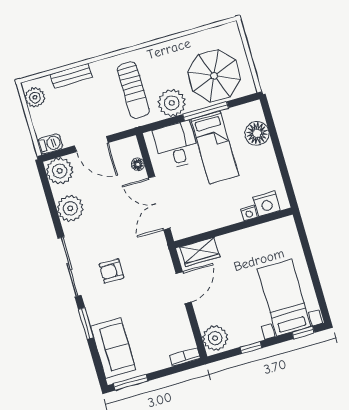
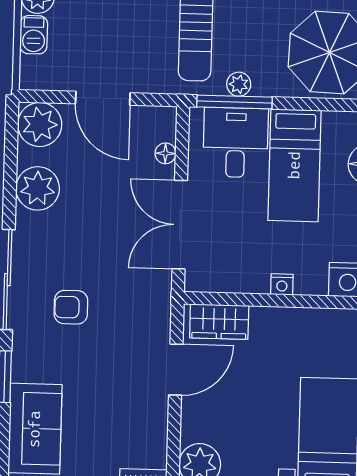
plant: (172, 103) -> (239, 84), width x0.53, depth x0.53
window: (206, 111) -> (234, 102), moved
barbecue: (50, 144) -> (34, 35), moved, turned 90
nightstand: (249, 213) -> (282, 284), moved

